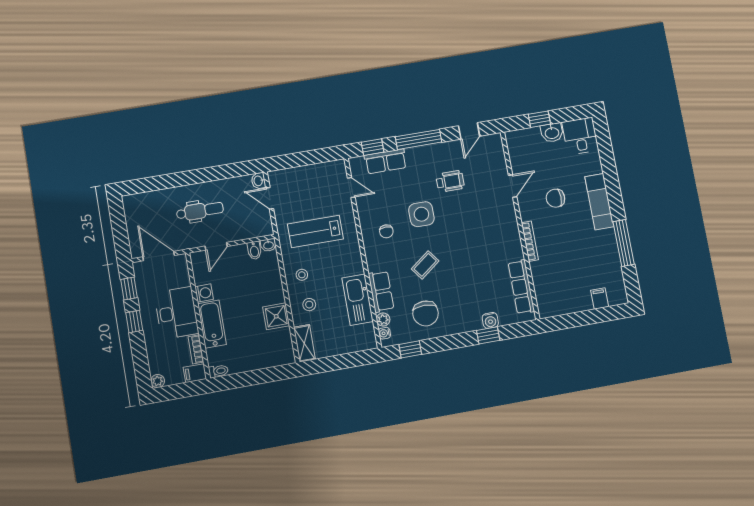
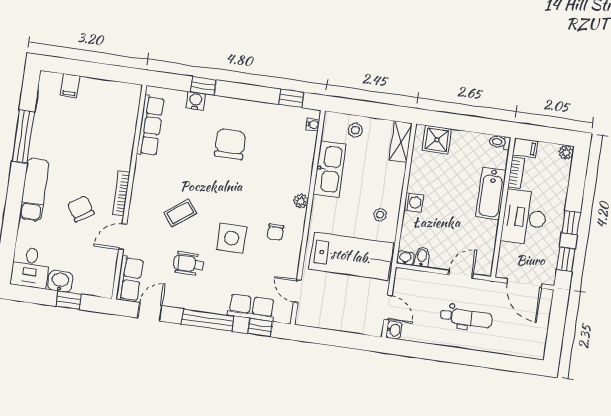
chair: (555, 198) -> (81, 209), turned -123
dental chair: (200, 211) -> (466, 318), turned 180
lab bench: (315, 231) -> (351, 256), width x1.36, depth x1.39
chair: (386, 231) -> (275, 232), turned 180
bookcase: (530, 241) -> (121, 193), moved
coffee table: (425, 265) -> (180, 213), moved
row of seats: (381, 291) -> (129, 279), moved, turned 180
washing machine: (204, 293) -> (414, 202), moved, turned 180
stool: (309, 305) -> (355, 130), moved
chair: (426, 313) -> (230, 144), moved
shower: (276, 316) -> (437, 140), moved
plant: (383, 320) -> (301, 201), moved

